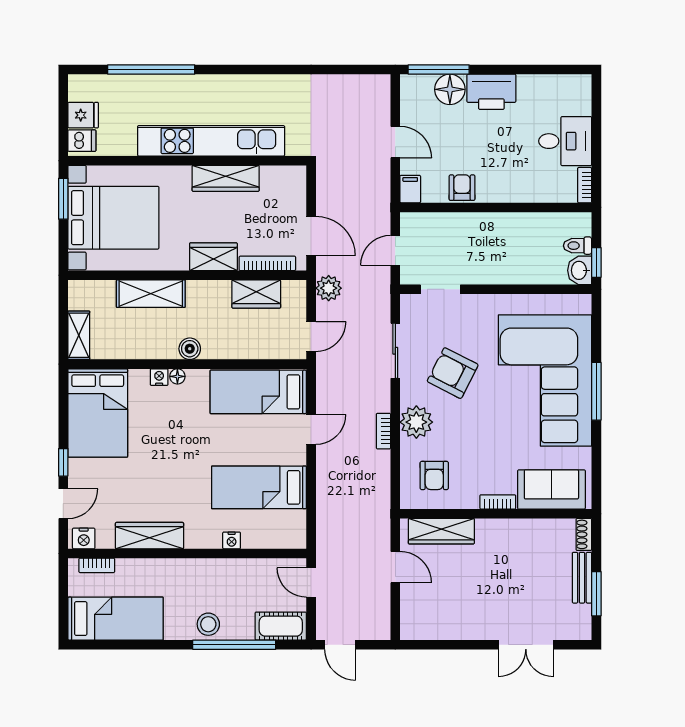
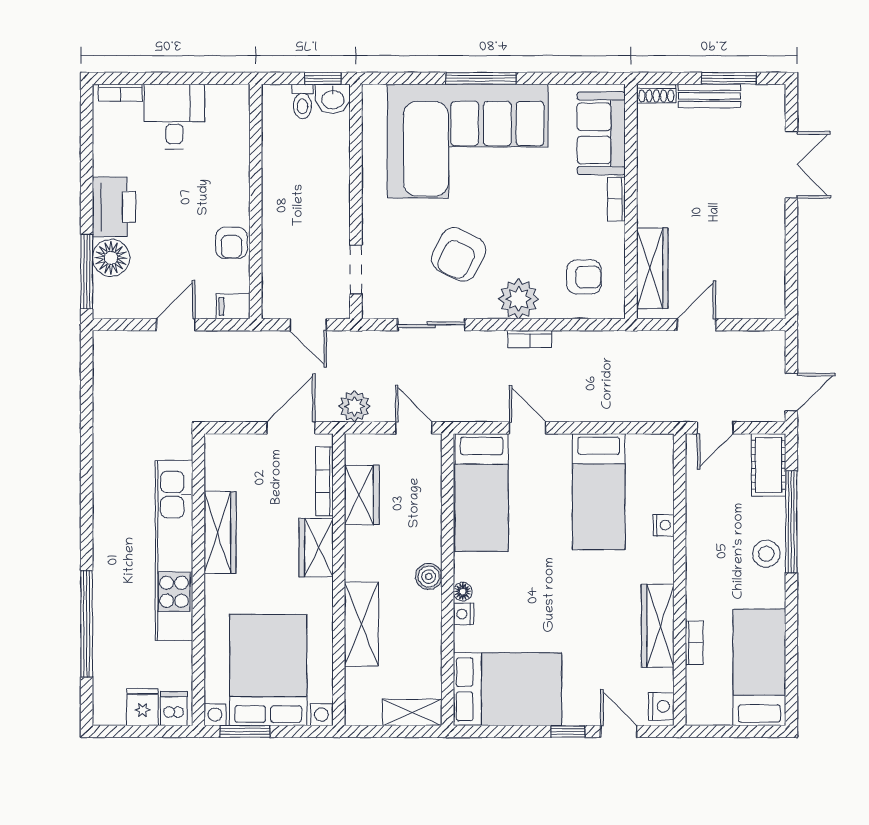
bookcase: (585, 185) -> (120, 93), moved
armchair: (462, 188) -> (231, 243), turned -90
bookcase: (97, 565) -> (694, 643), moved

